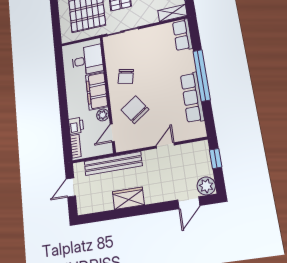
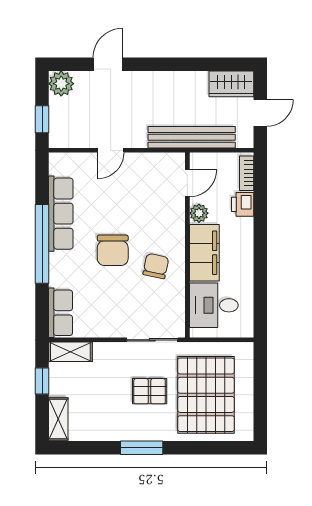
chair: (135, 110) -> (113, 250), moved, turned 35
wardrobe: (128, 198) -> (231, 84), moved
door: (189, 203) -> (108, 64), moved

